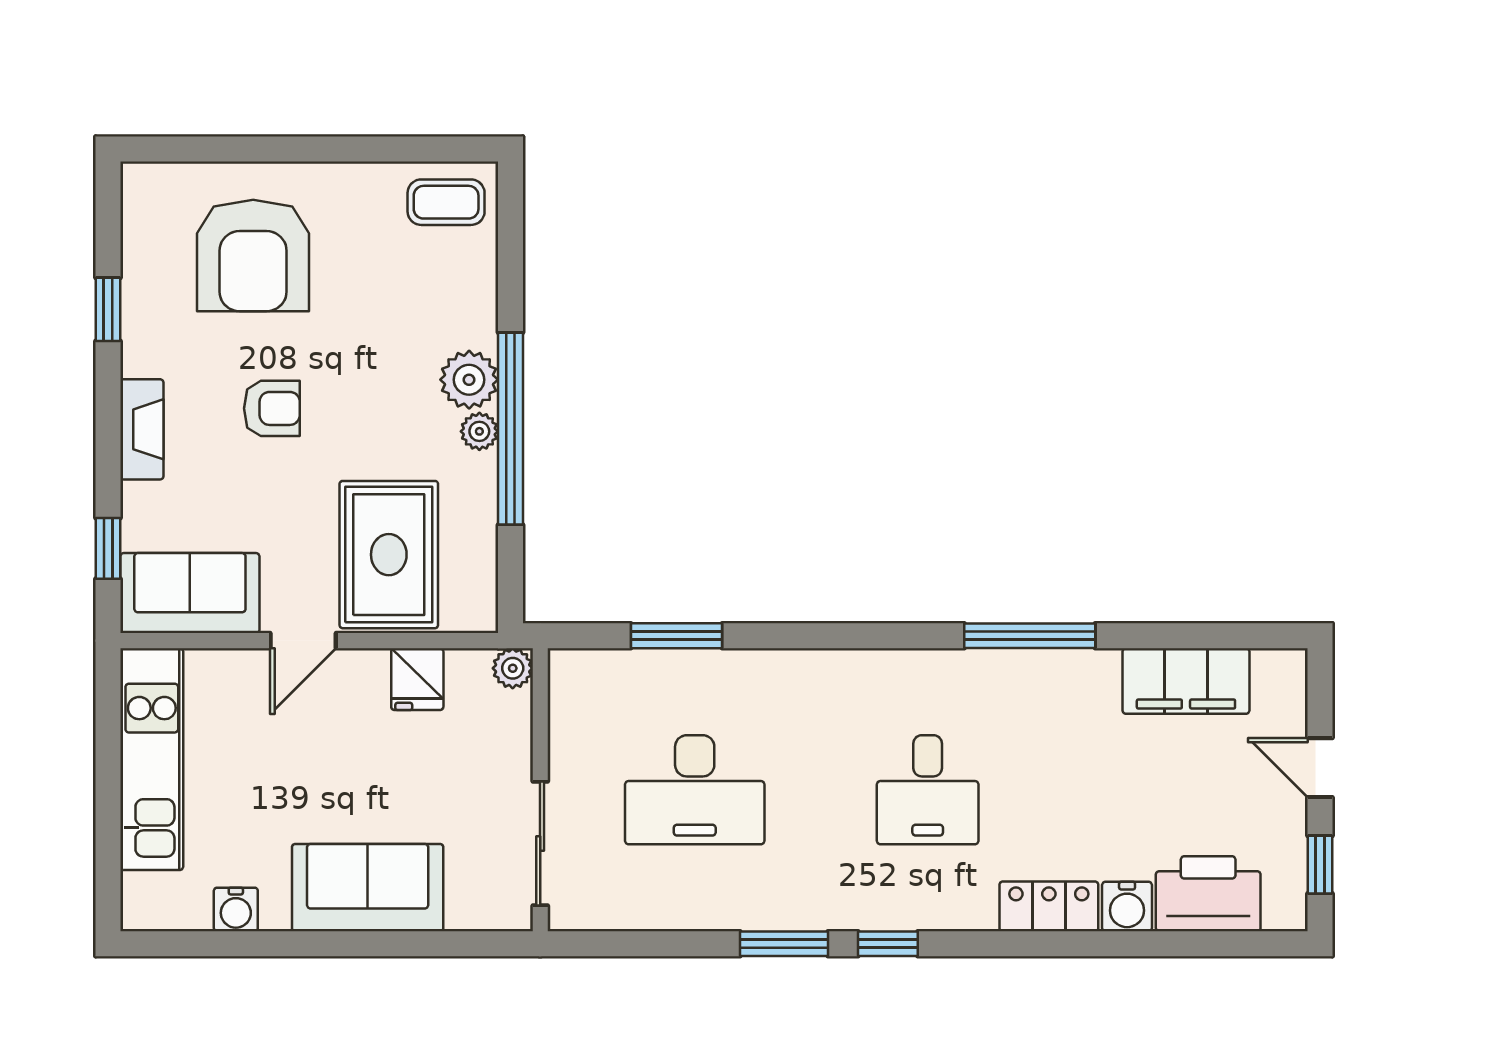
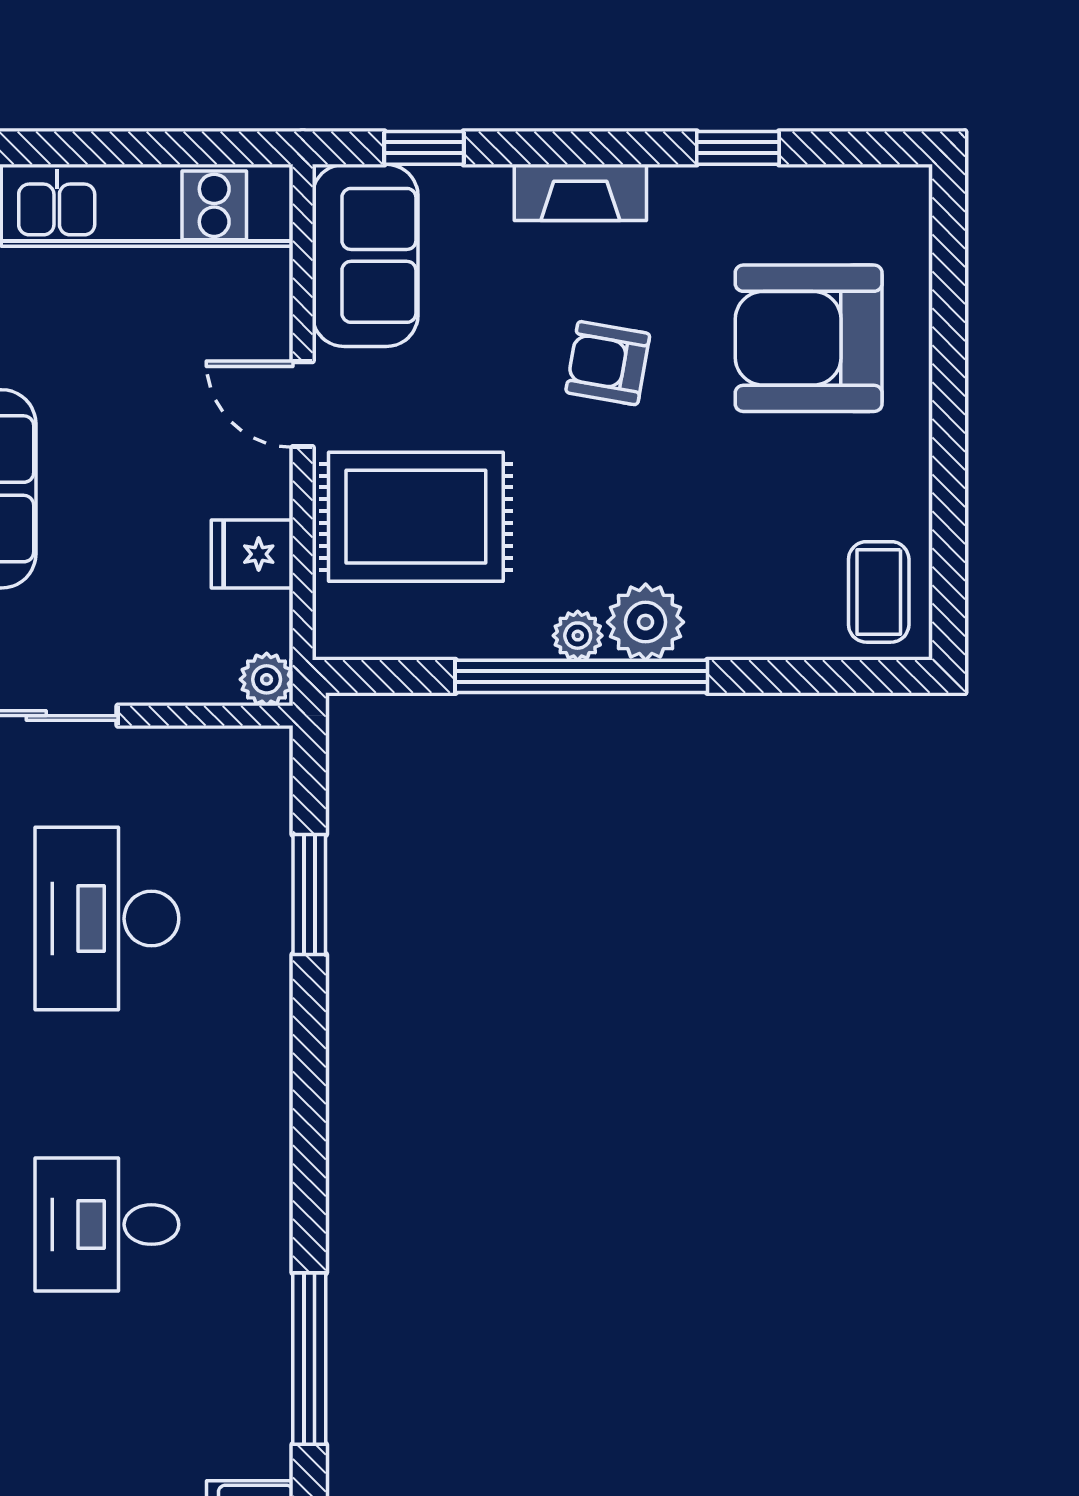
armchair: (272, 408) -> (608, 363), turned 100

